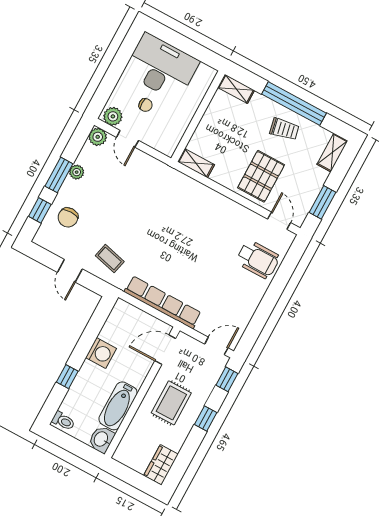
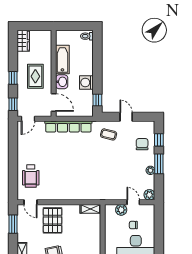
plant: (113, 116) -> (121, 210), moved
wheelchair: (258, 259) -> (31, 176), turned -90
door: (165, 350) -> (54, 102), hinge flipped
window: (67, 377) -> (97, 100), moved
washbasin: (101, 439) -> (62, 82), moved

